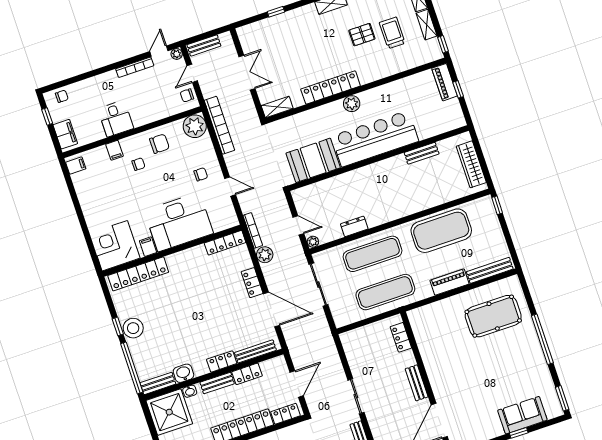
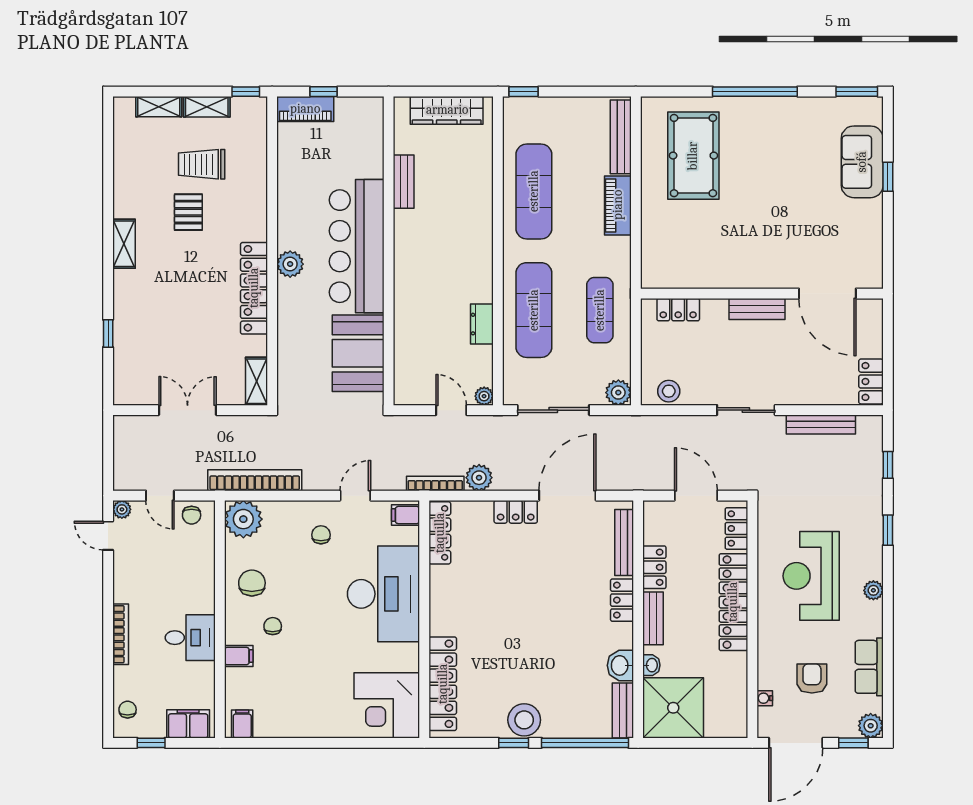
bench: (204, 45) -> (123, 463), removed
bookcase: (135, 67) -> (121, 634), moved
door: (298, 225) -> (451, 410), hinge flipped
exercise mat: (441, 231) -> (534, 191), width x0.68
filing cabinet: (148, 247) -> (406, 515), moved
exercise mat: (385, 292) -> (600, 310), width x0.73, depth x0.69
plant: (341, 319) -> (618, 393), added
stool: (352, 348) -> (669, 391), added

